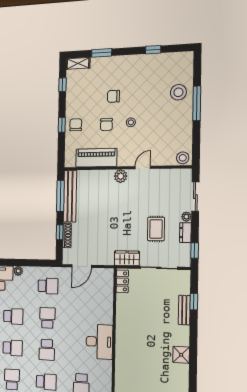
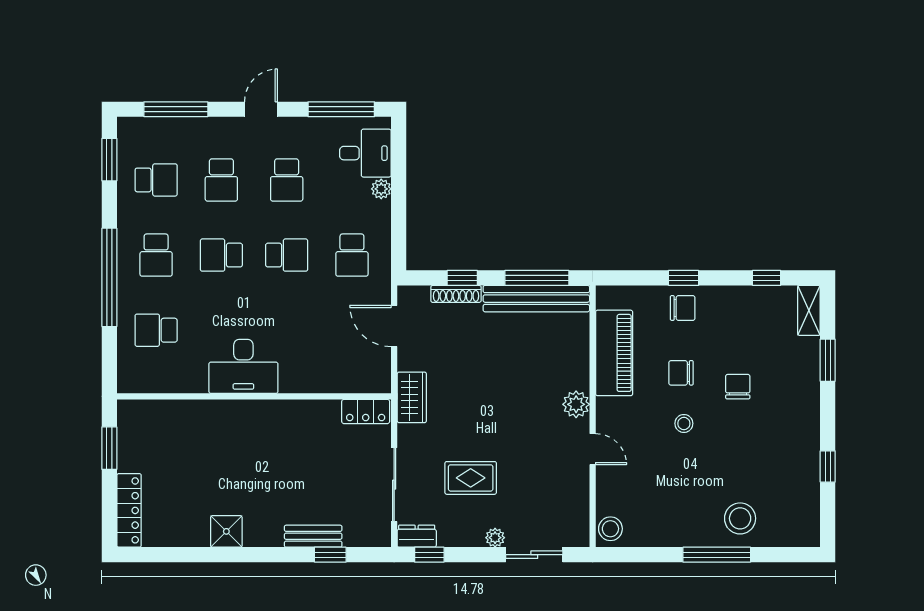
dresser: (185, 233) -> (417, 536), moved
wardrobe: (127, 258) -> (412, 397), moved

